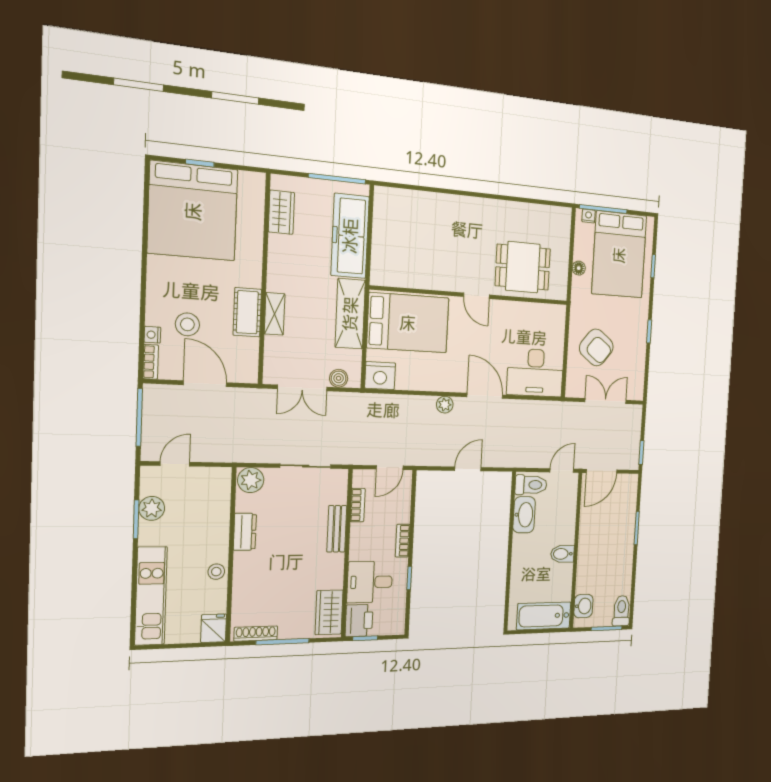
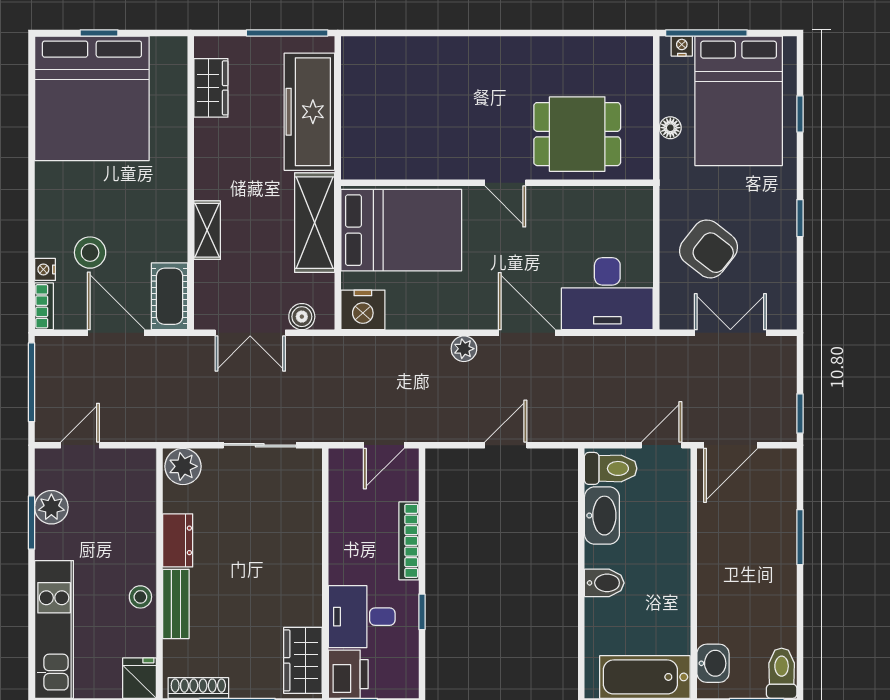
cot: (247, 312) -> (170, 296), moved
bookcase: (358, 505) -> (338, 501), removed
bench: (337, 529) -> (176, 604), moved
bookcase: (403, 541) -> (409, 541), width x1.56
bidet: (562, 554) -> (604, 583), moved, turned 180

